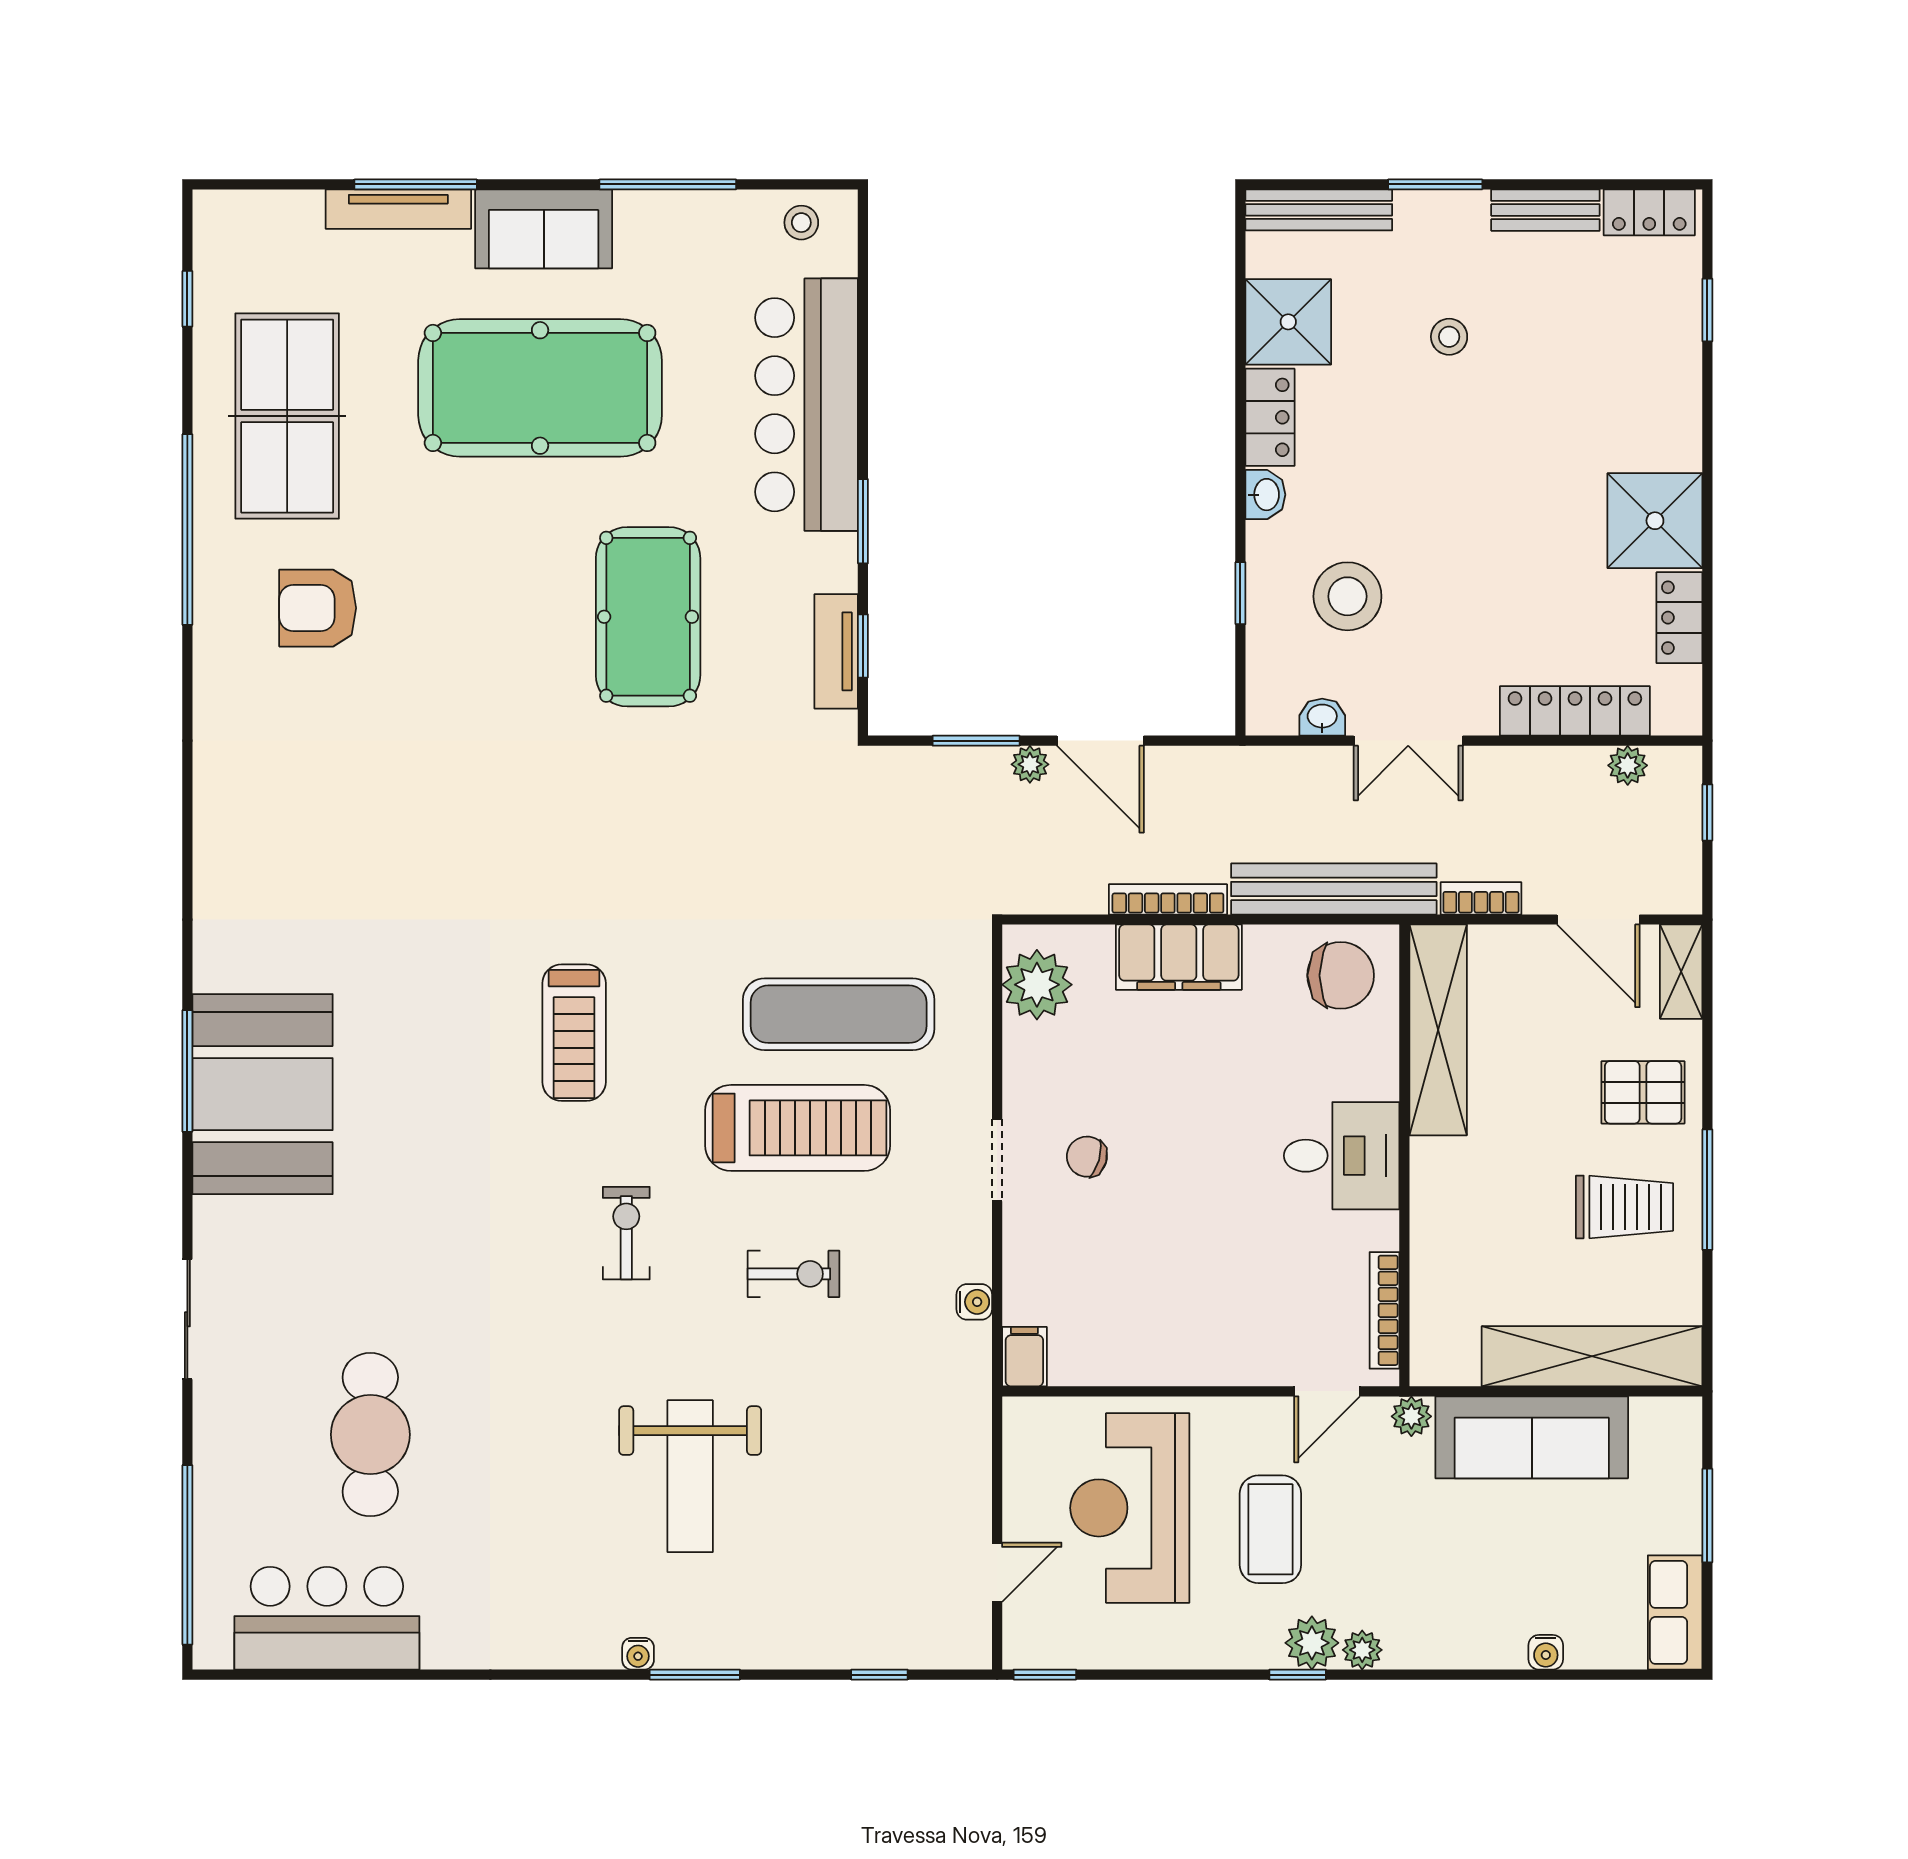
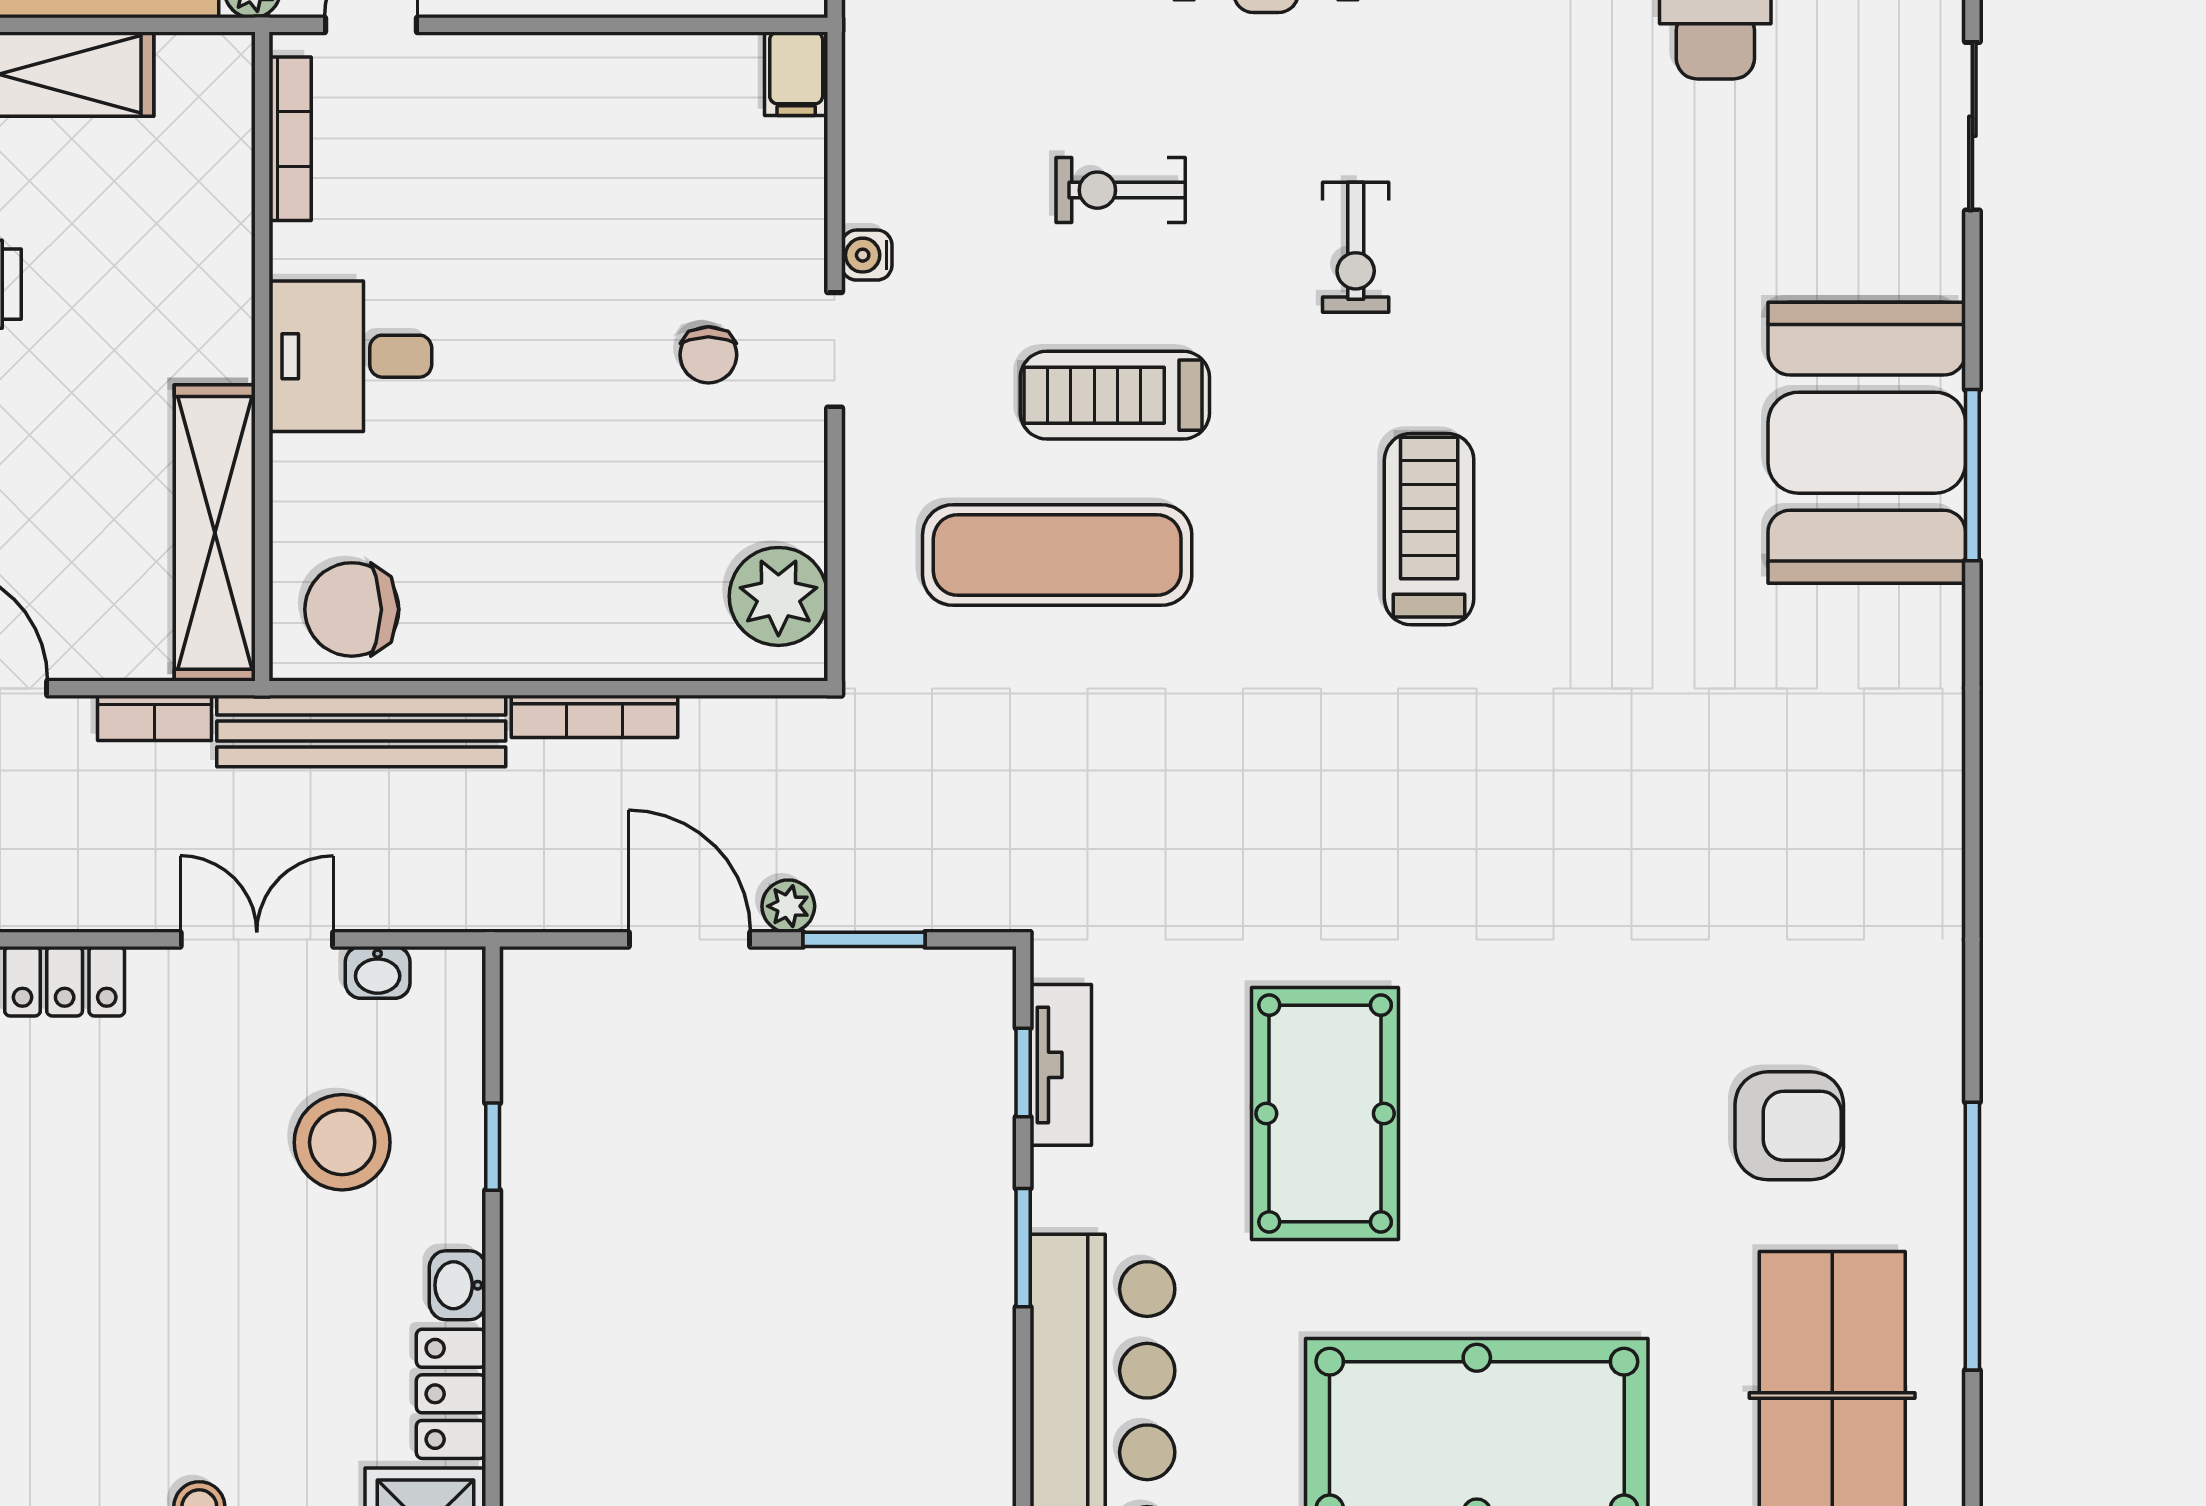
filing cabinet: (1179, 957) -> (579, 635), removed
treadmill: (798, 1128) -> (1115, 395), width x0.73, depth x0.73
chair: (1087, 1157) -> (708, 355), turned 74
water cooler: (974, 1302) -> (867, 255), moved

